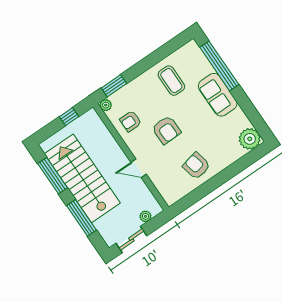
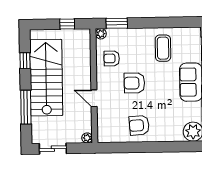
armchair: (166, 130) -> (134, 83), turned 91
armchair: (196, 166) -> (139, 125), turned -81
window: (53, 176) -> (25, 61), width x0.46
plant: (145, 216) -> (87, 138), moved

